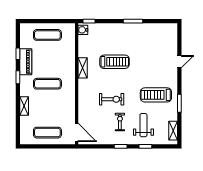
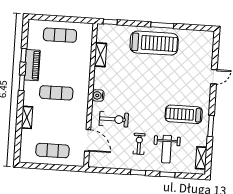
water cooler: (83, 30) -> (98, 95), moved
treadmill: (114, 62) -> (154, 43), moved, width x1.37, depth x1.38
shelving: (83, 68) -> (100, 55), moved
exercise bike: (112, 99) -> (114, 119), moved
weight bench: (143, 125) -> (167, 149), turned 180
door: (77, 132) -> (88, 140), moved

